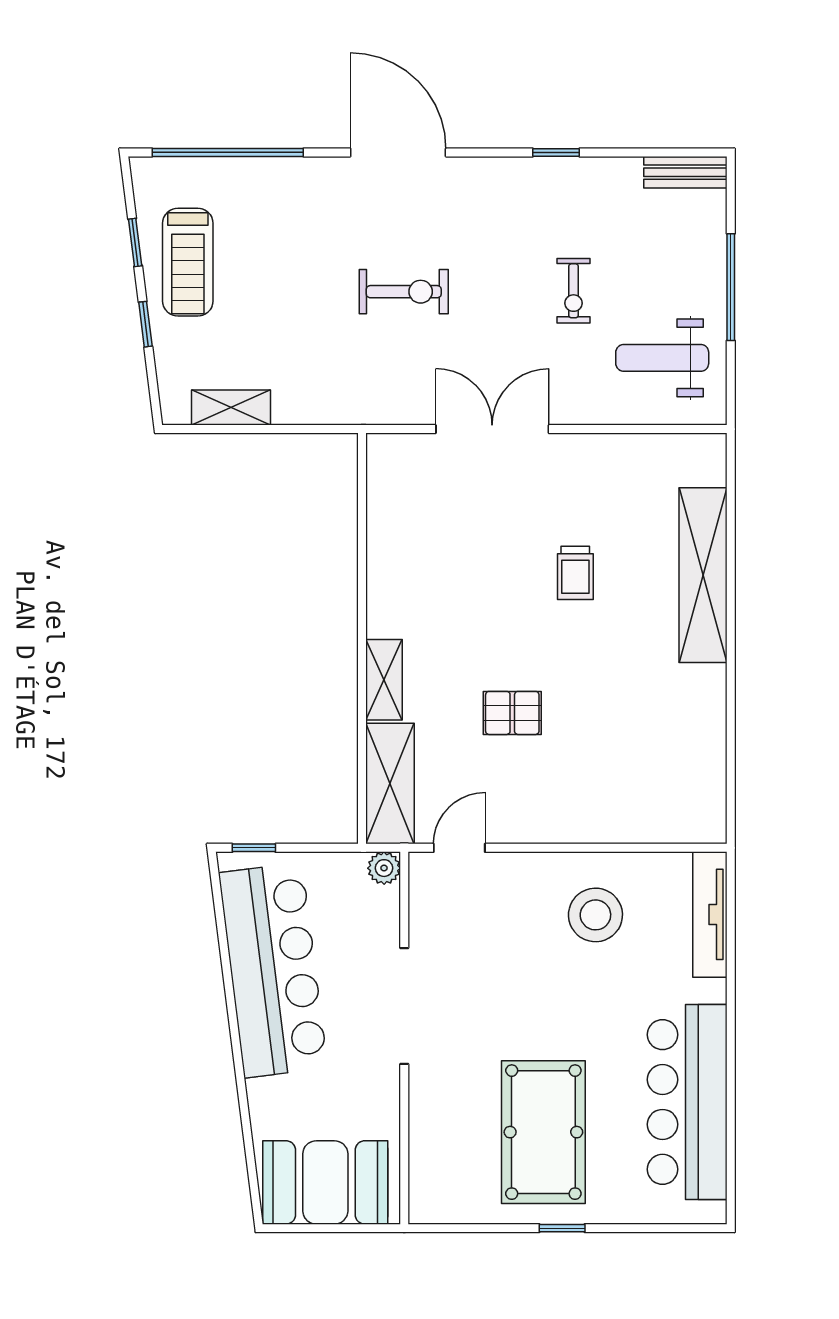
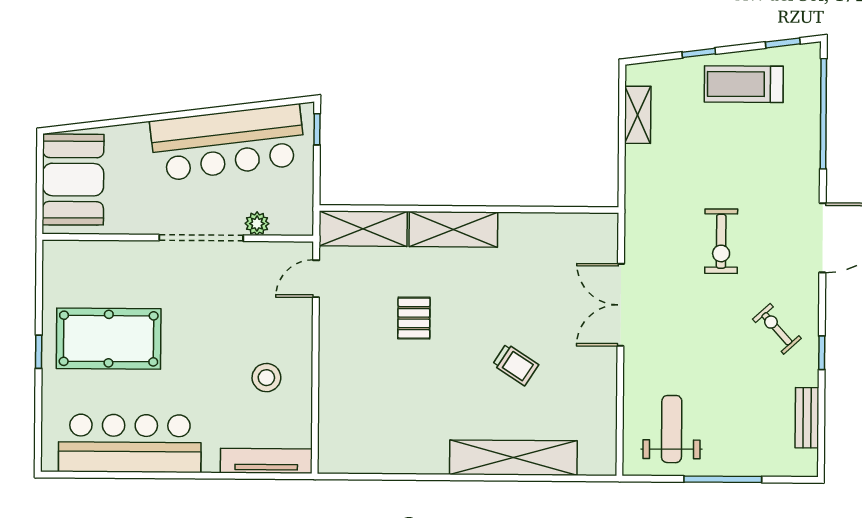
bench: (685, 172) -> (807, 418), moved
window: (135, 242) -> (783, 43), moved
exercise bike: (573, 291) -> (777, 329), moved, turned 48
double door: (492, 429) -> (621, 305), swing flipped
trolley: (575, 573) -> (516, 365), turned -147
shelving: (384, 680) -> (453, 229), width x1.50, depth x1.33
door: (459, 848) -> (316, 279), swing flipped
plant: (384, 868) -> (257, 224), moved
stool: (595, 915) -> (266, 378), width x0.73, depth x0.73

